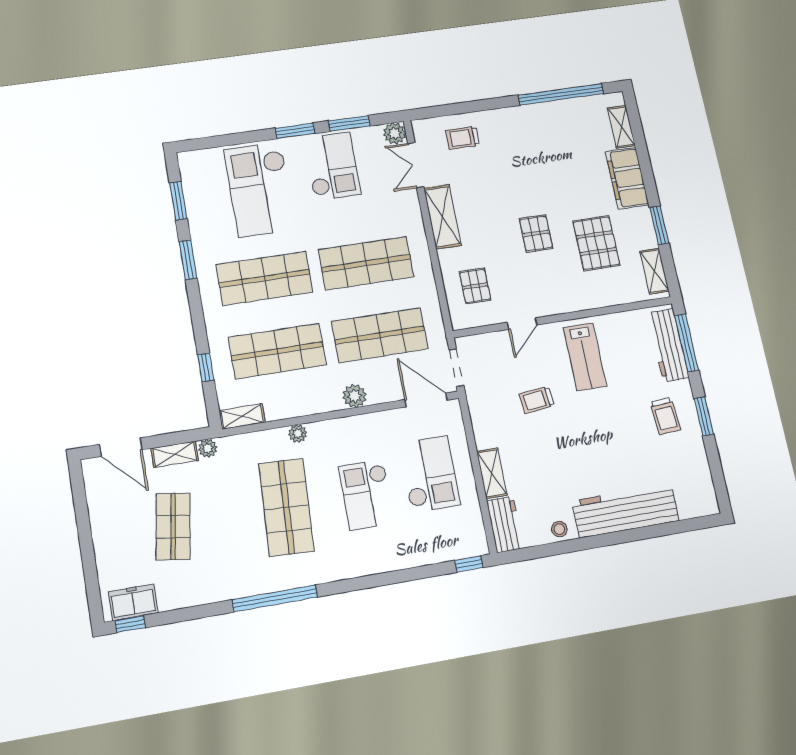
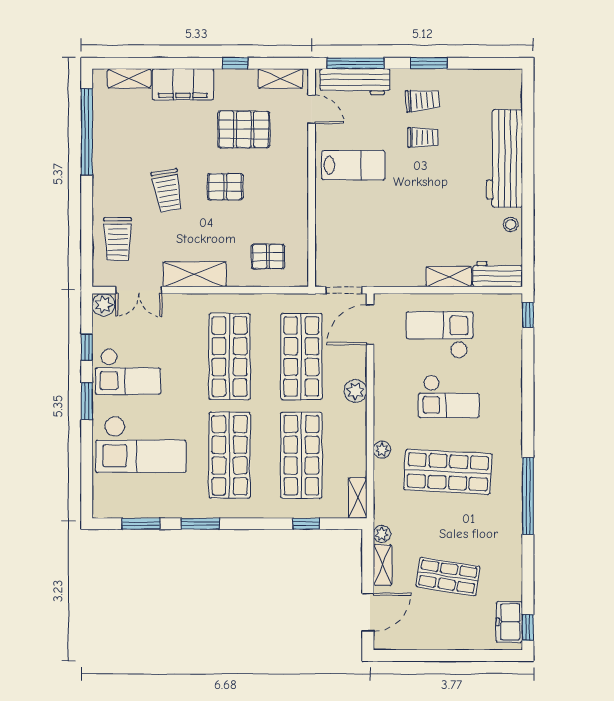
window: (349, 123) -> (87, 347), width x0.67
trolley: (463, 138) -> (118, 239), width x1.36, depth x1.39
checkout: (332, 166) -> (128, 371), turned 180
trolley: (520, 178) -> (167, 191), added
window: (659, 225) -> (235, 63), width x0.67
door: (522, 324) -> (312, 109), moved
trolley: (537, 400) -> (423, 137), moved, turned -84

